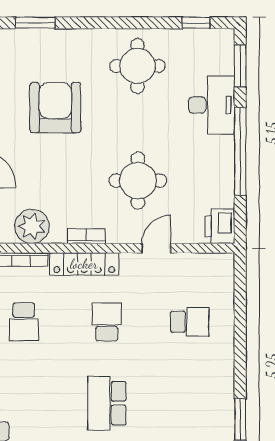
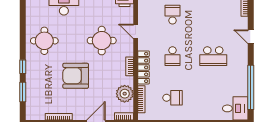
window: (196, 23) -> (23, 67), moved
armchair: (55, 108) -> (76, 76), moved
school desk: (107, 322) -> (172, 56), turned -90

